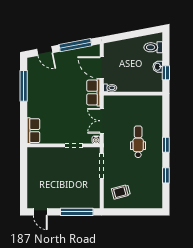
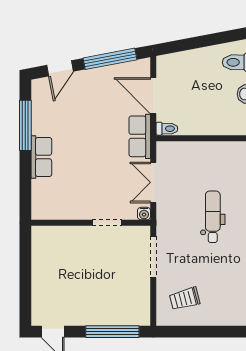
door: (45, 51) -> (60, 68), hinge flipped
row of seats: (33, 131) -> (41, 157), moved

